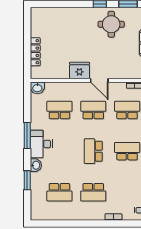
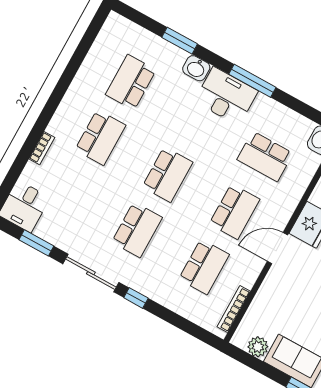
school desk: (59, 110) -> (265, 156), turned 90
school desk: (93, 151) -> (167, 175), turned 90
school desk: (93, 192) -> (100, 138), turned 180

